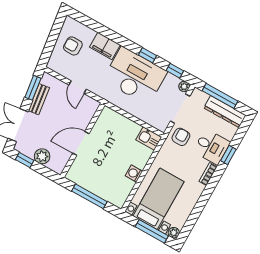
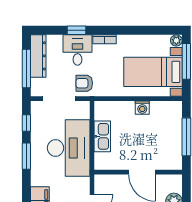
window: (148, 55) -> (26, 156), width x1.50
desk: (135, 76) -> (69, 148), moved, turned 180
plant: (184, 87) -> (36, 106), removed
kitchen sink: (149, 138) -> (102, 136), moved, width x1.38

